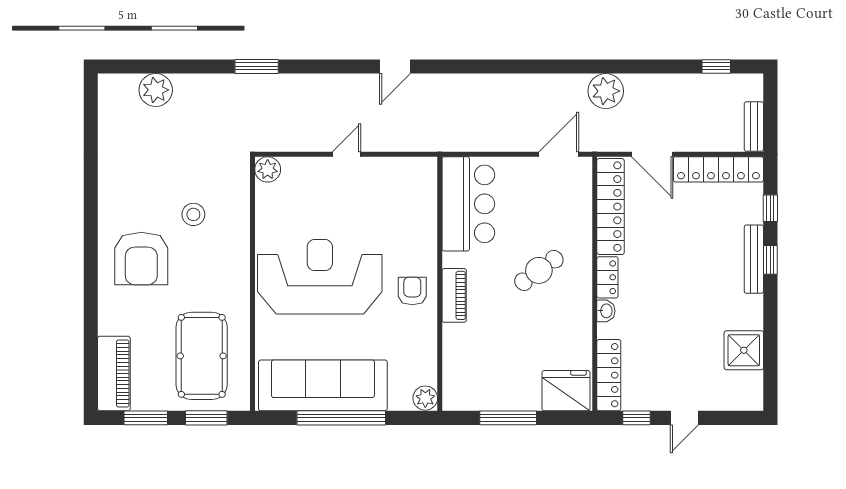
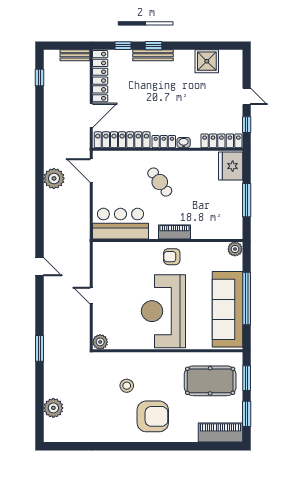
plant: (606, 91) -> (54, 178), moved

